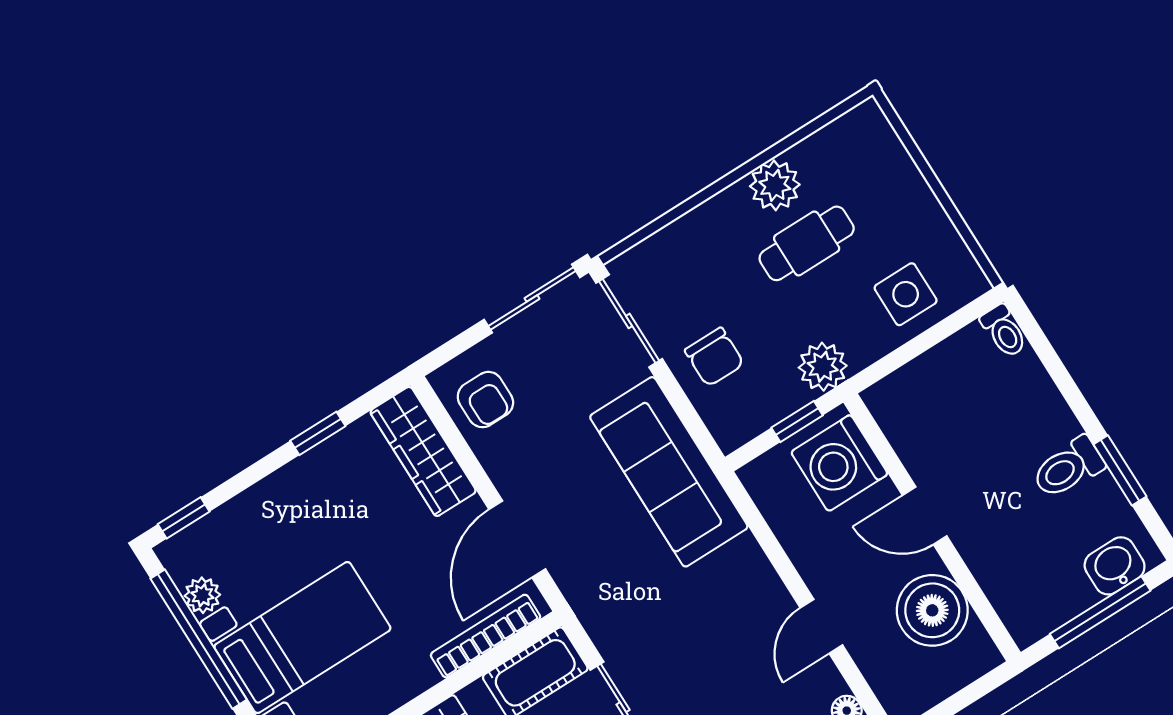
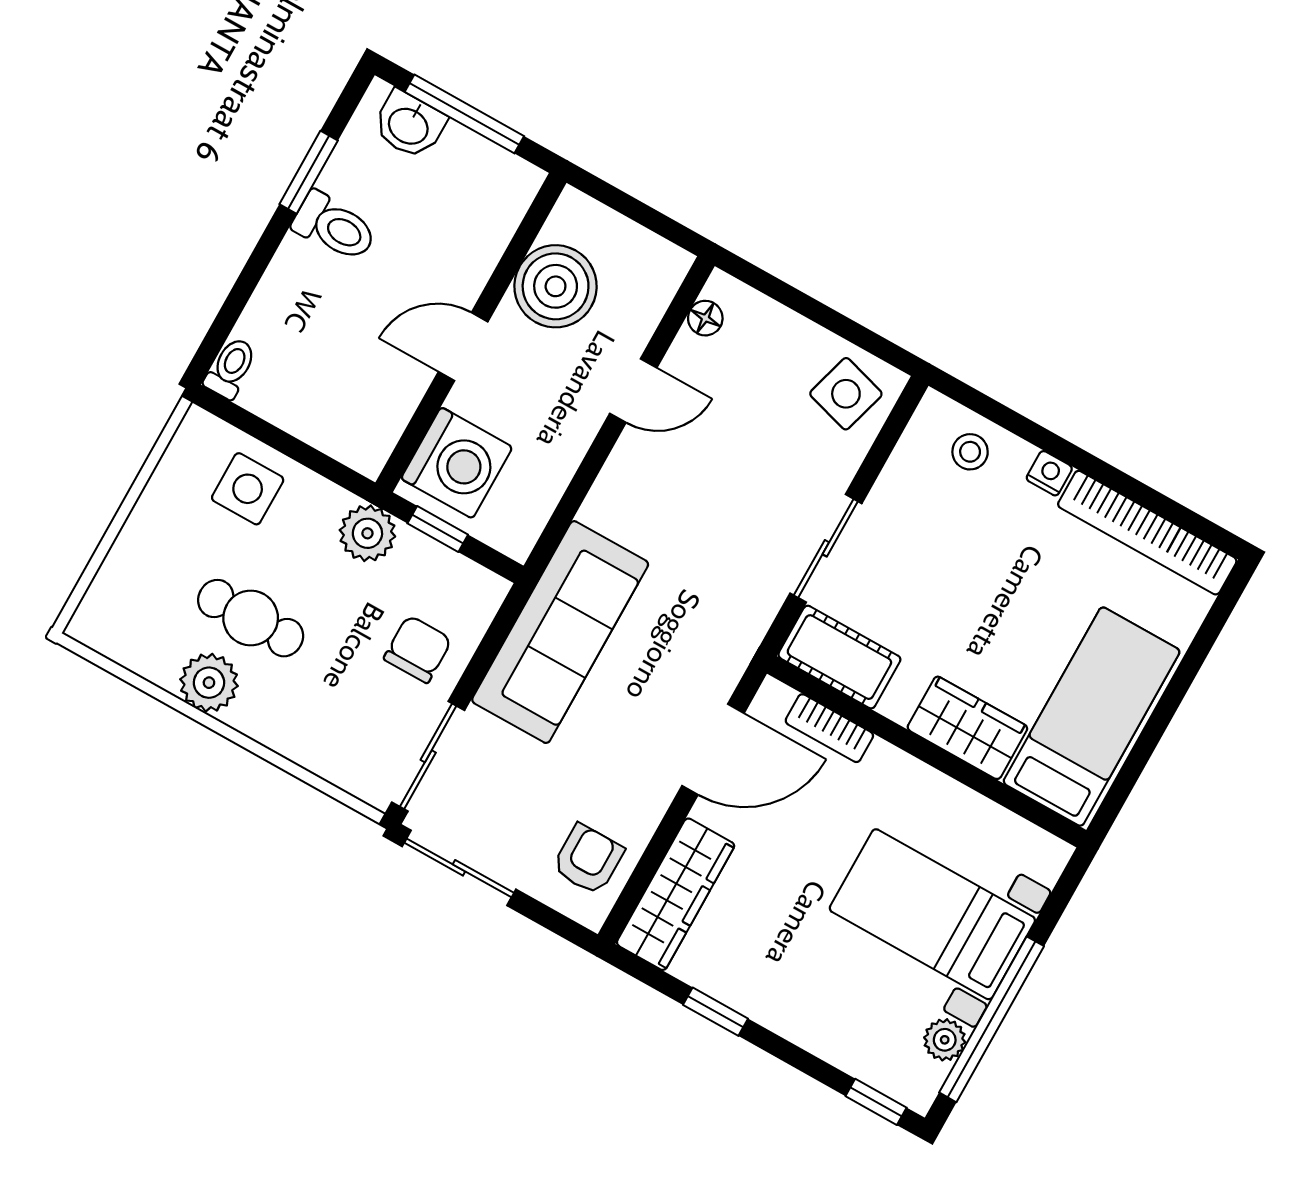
door: (925, 516) -> (463, 347), swing flipped
bookcase: (486, 636) -> (829, 728), width x0.64

